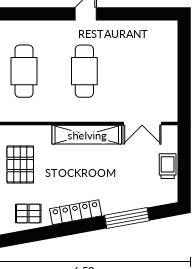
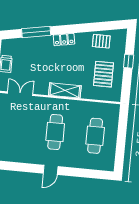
shelving: (87, 135) -> (65, 90), width x0.68
locker: (76, 212) -> (64, 40), width x0.66

